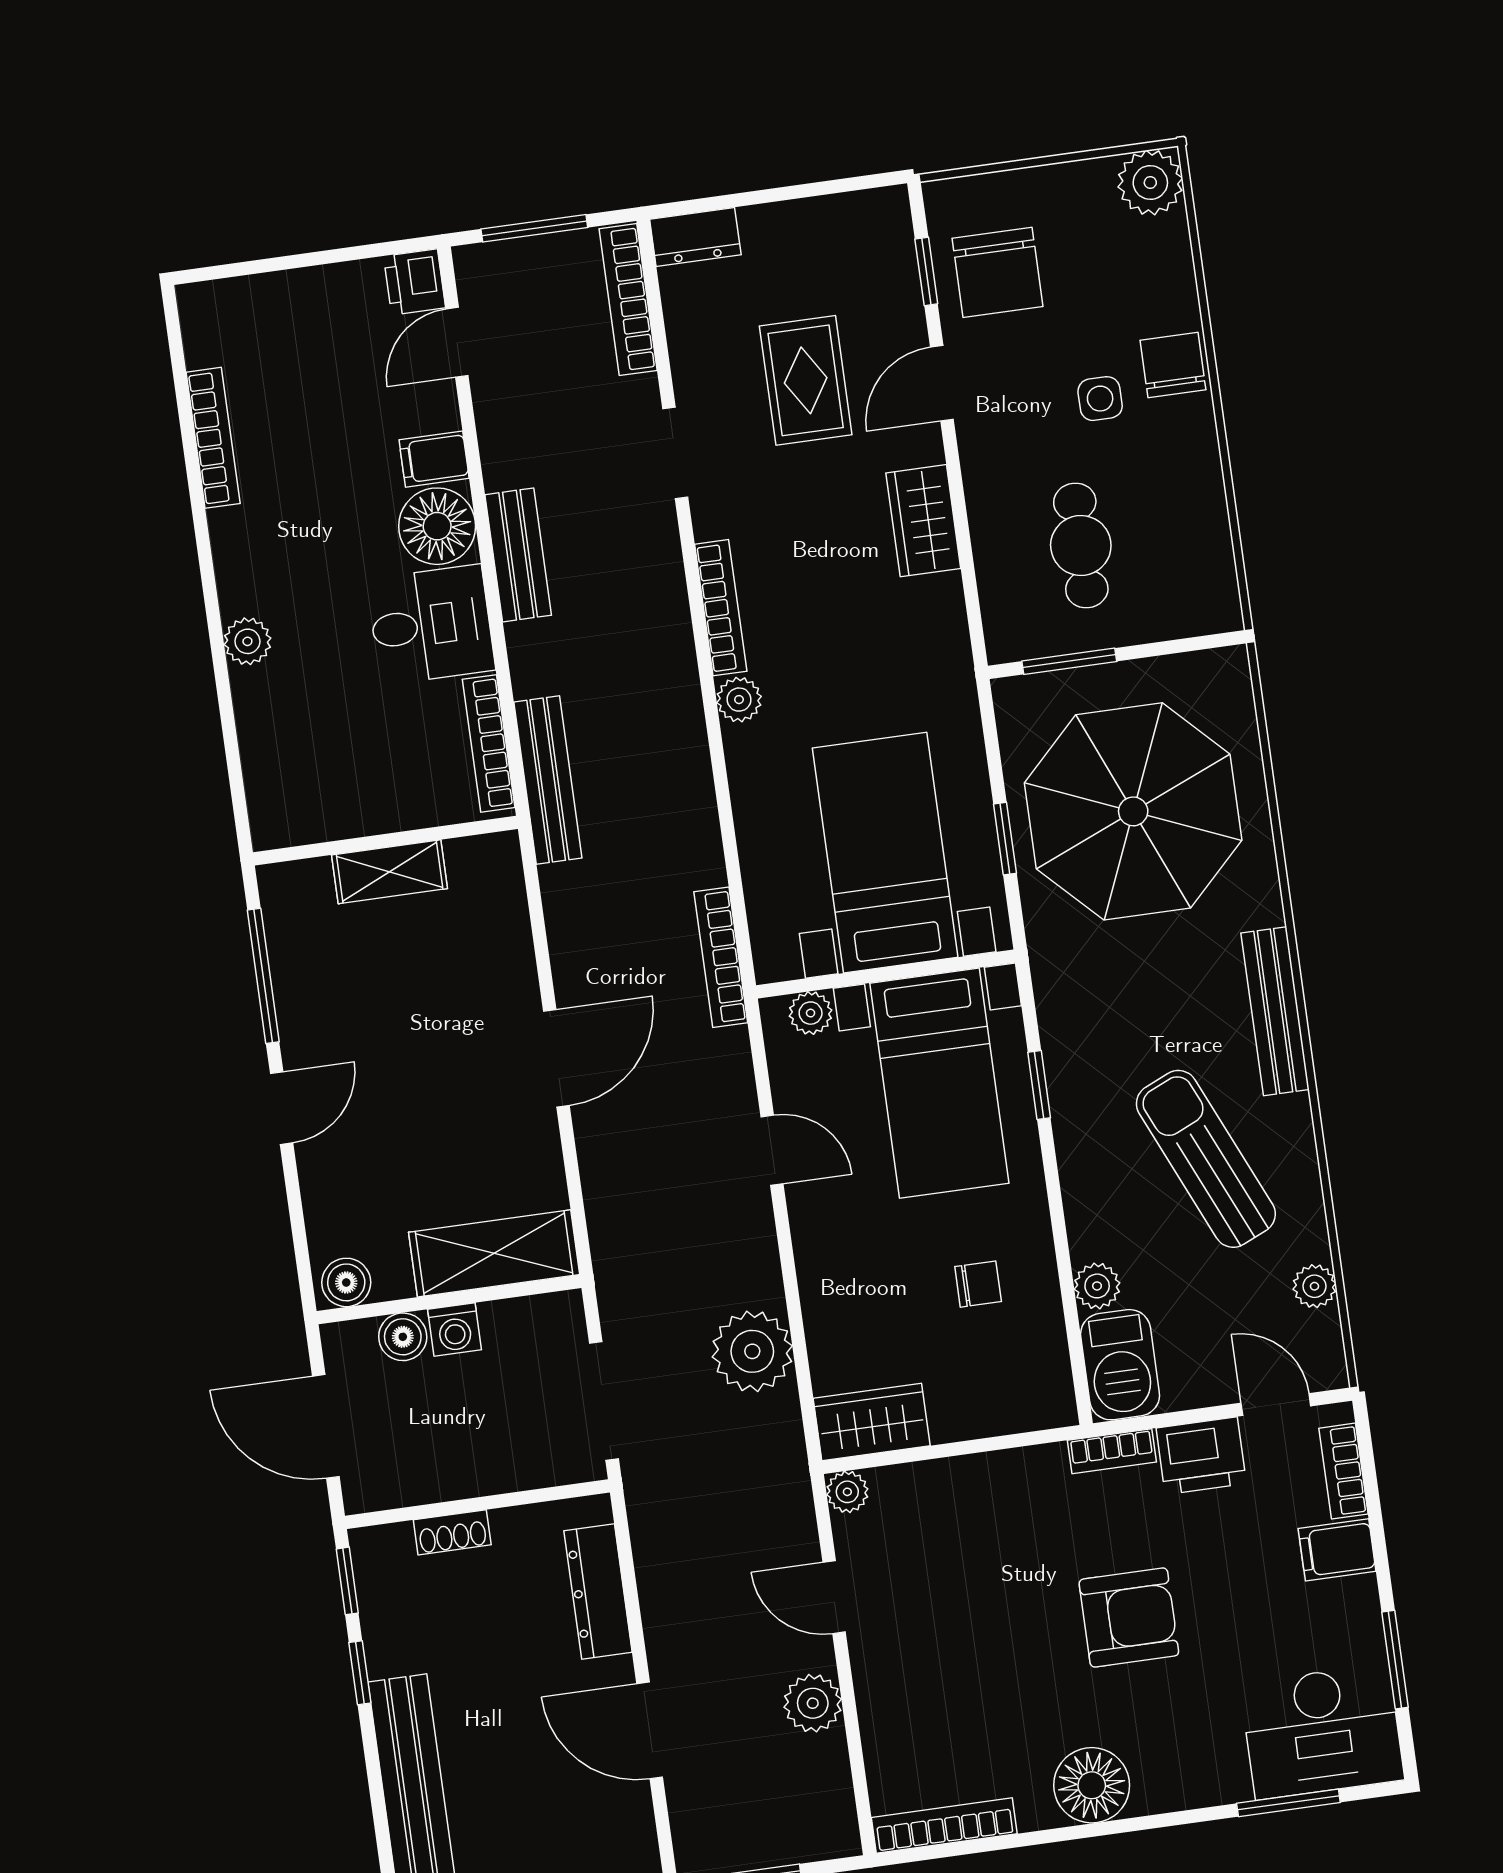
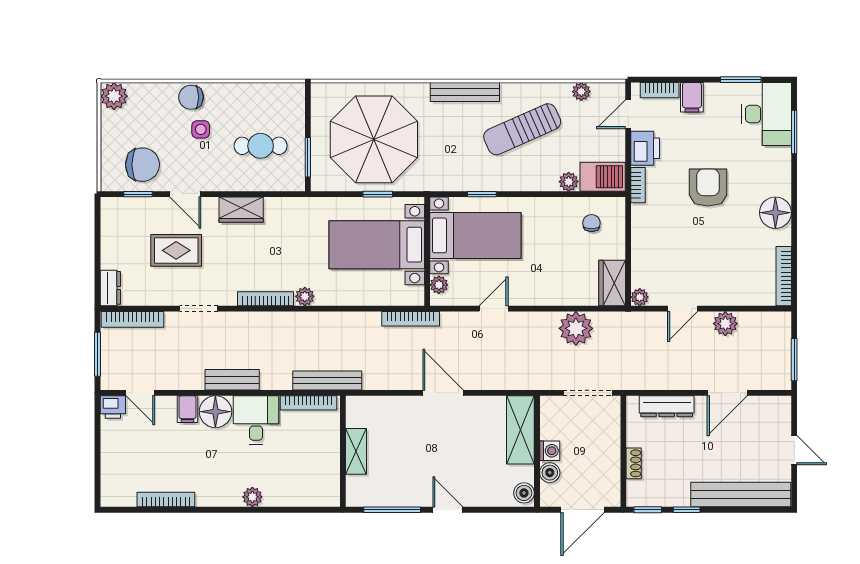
chair: (978, 1284) -> (591, 223), moved

